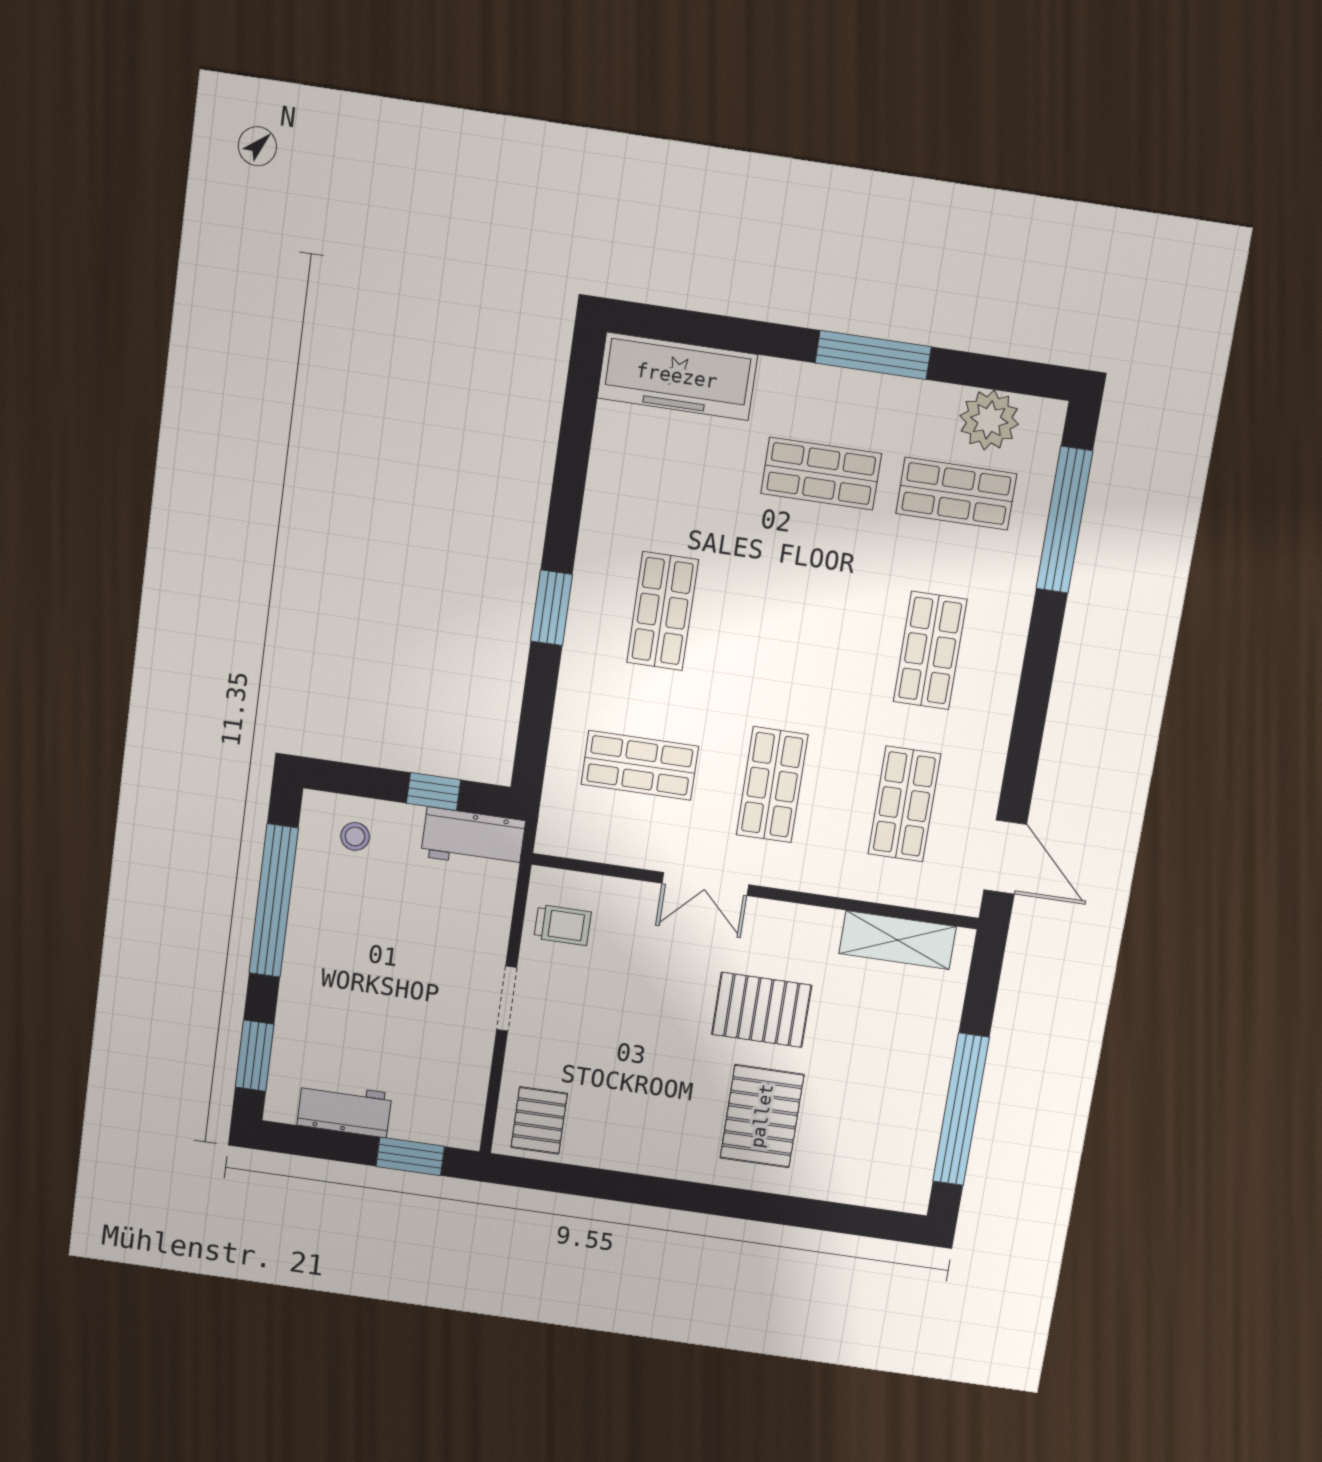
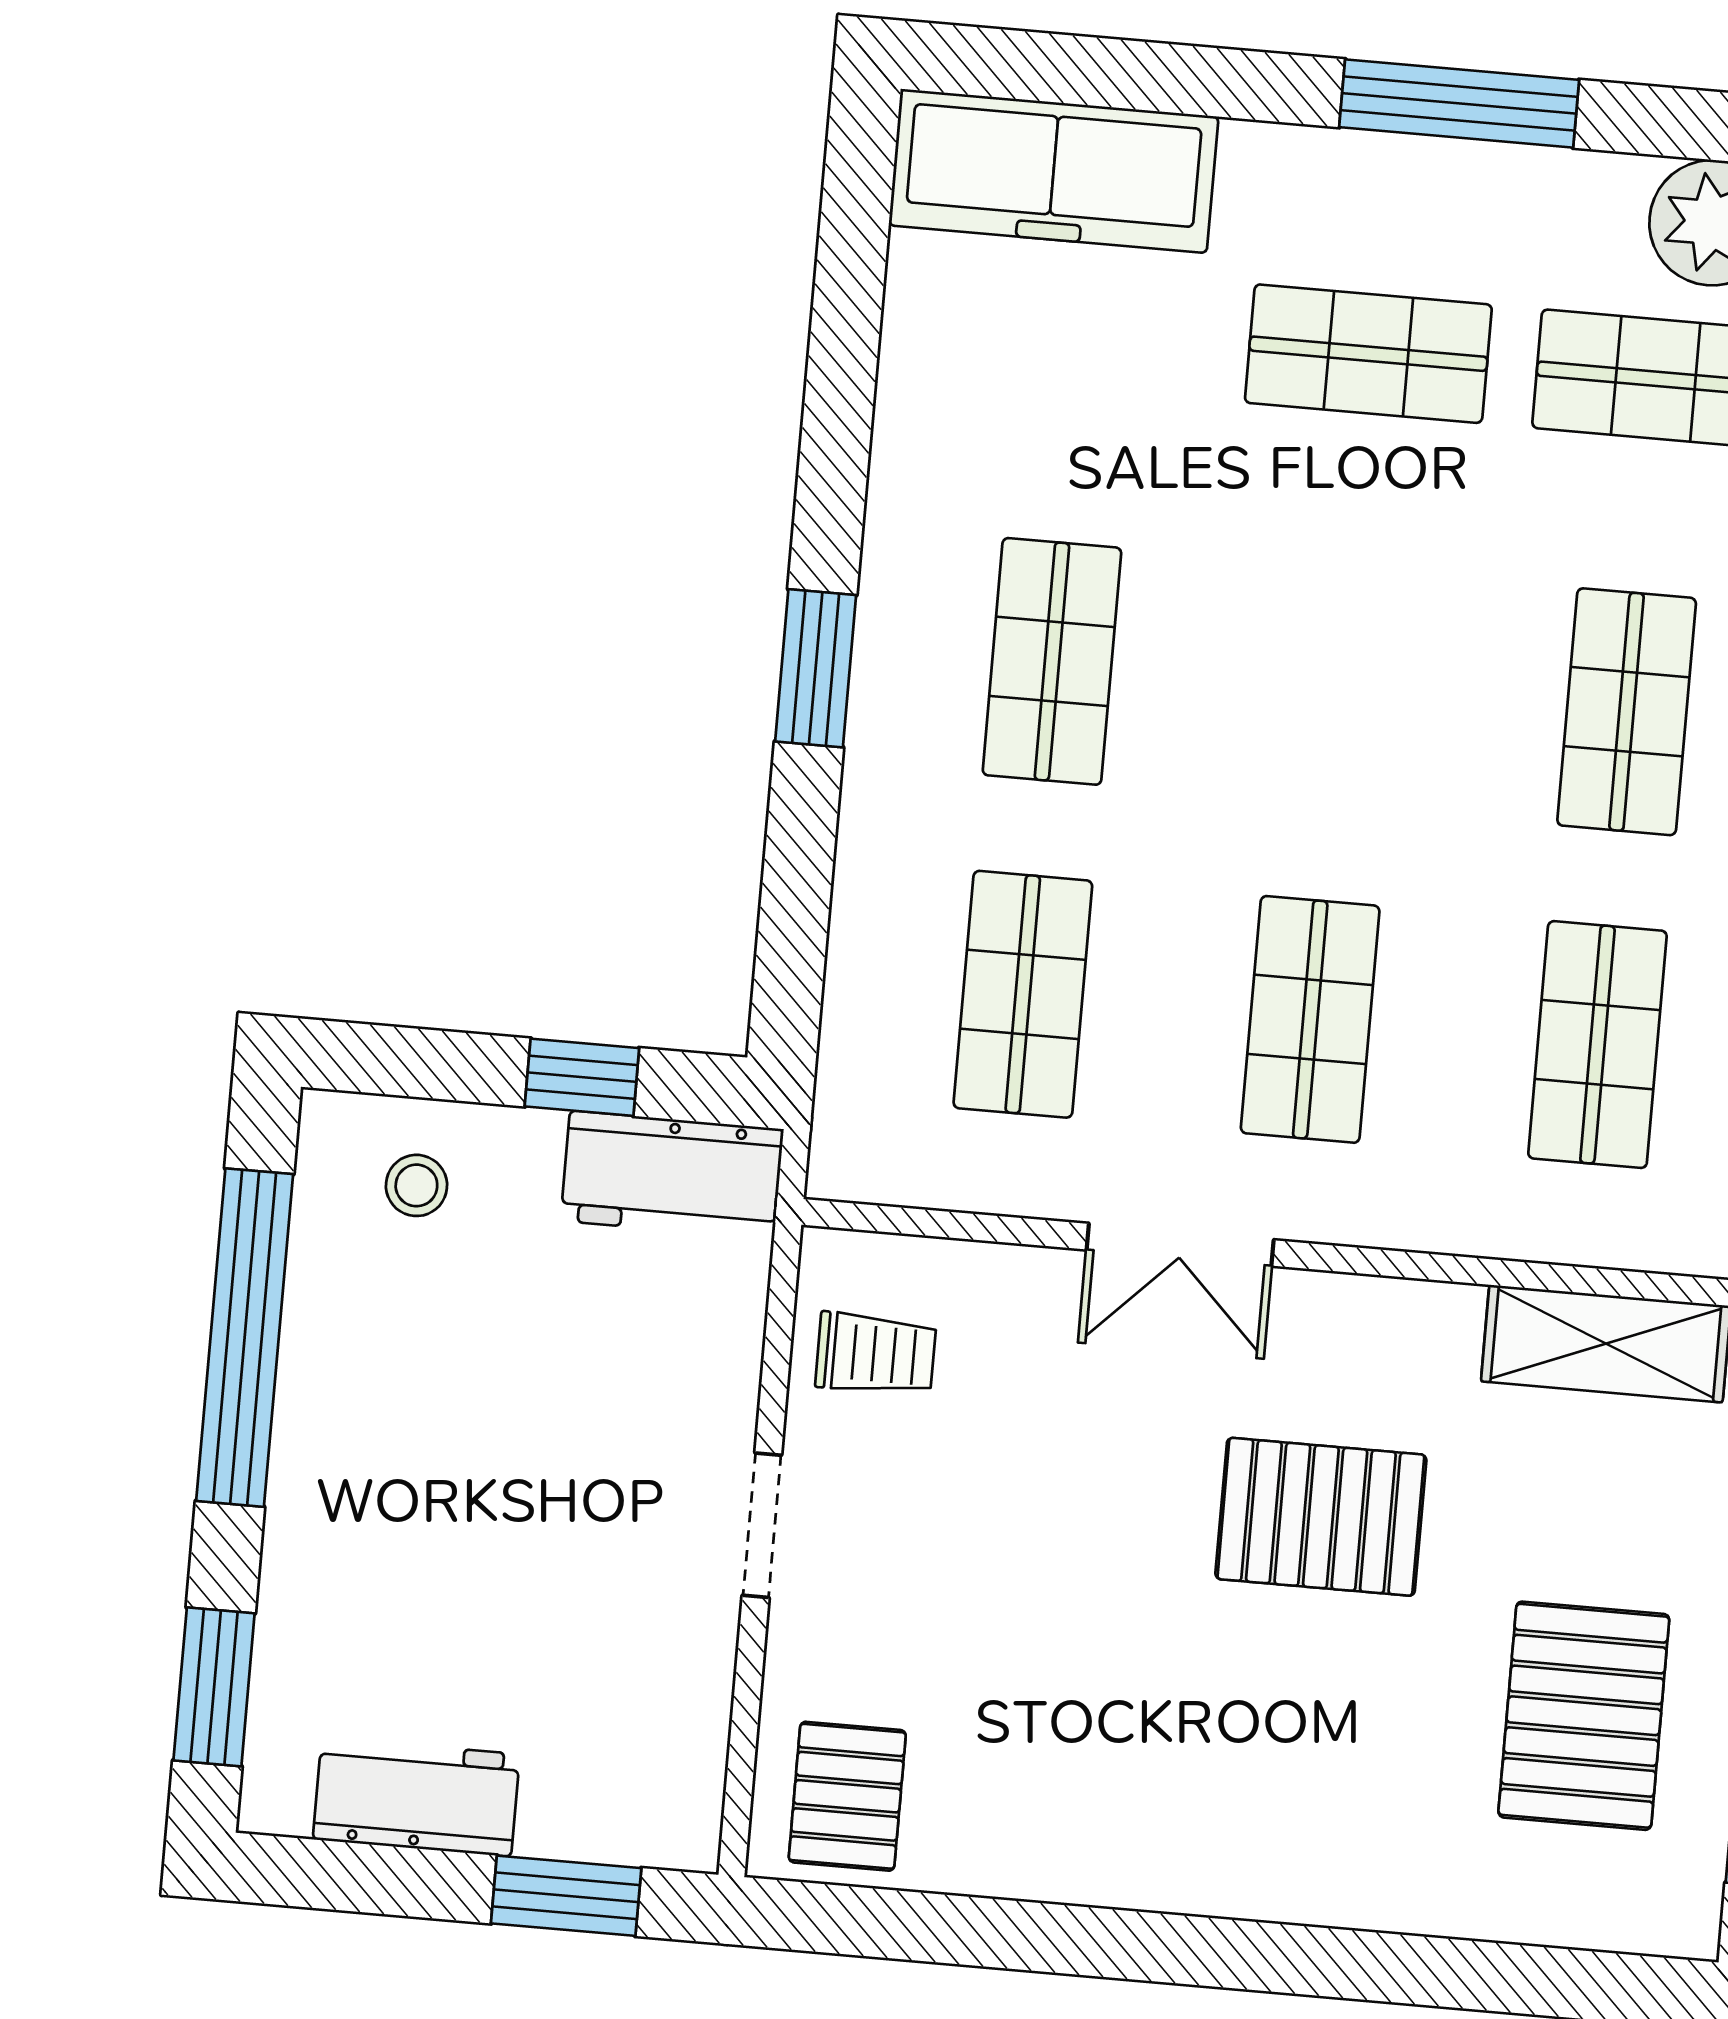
shop shelf: (640, 765) -> (1023, 994), turned 90
pallet: (762, 1116) -> (1584, 1716), moved

